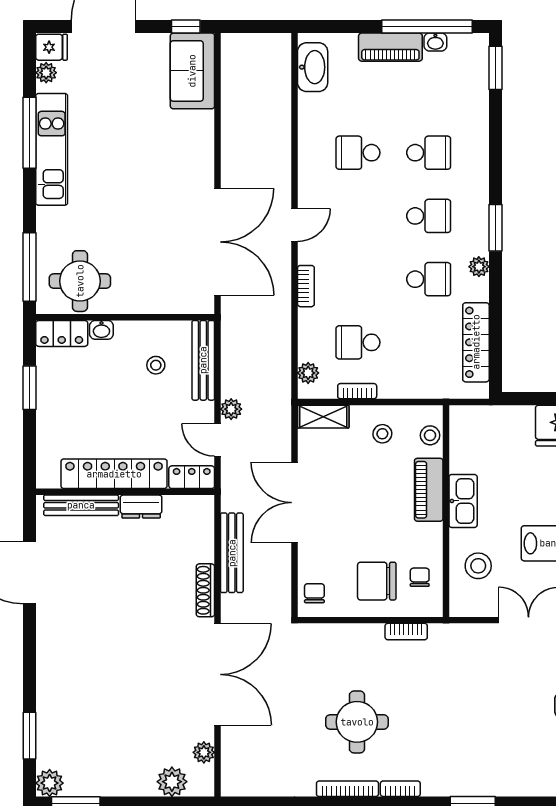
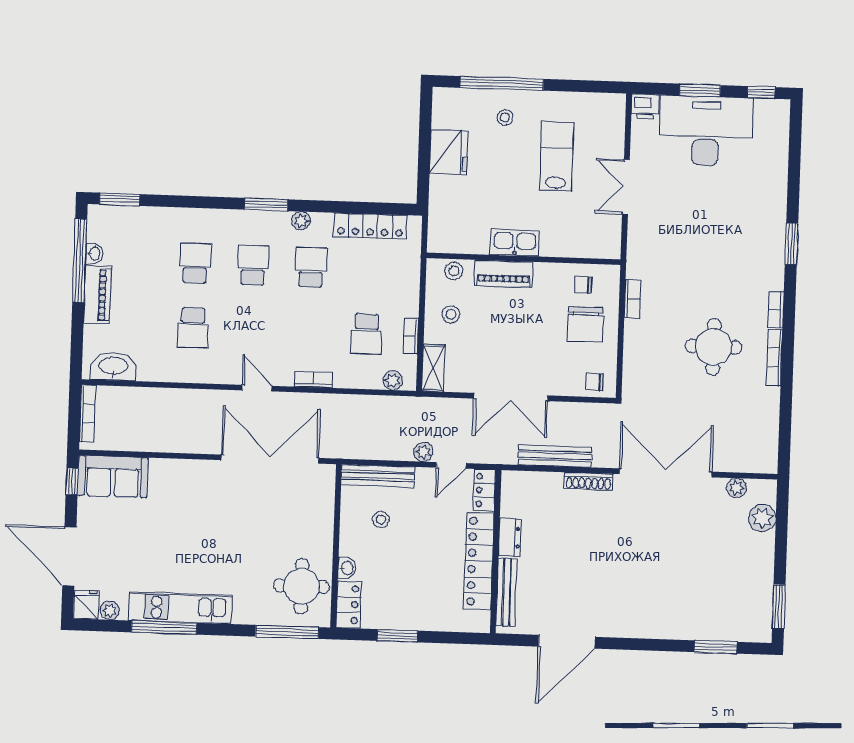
bookcase: (260, 41) -> (88, 413), added
stool: (478, 566) -> (575, 231), removed
plant: (50, 783) -> (760, 630), removed

